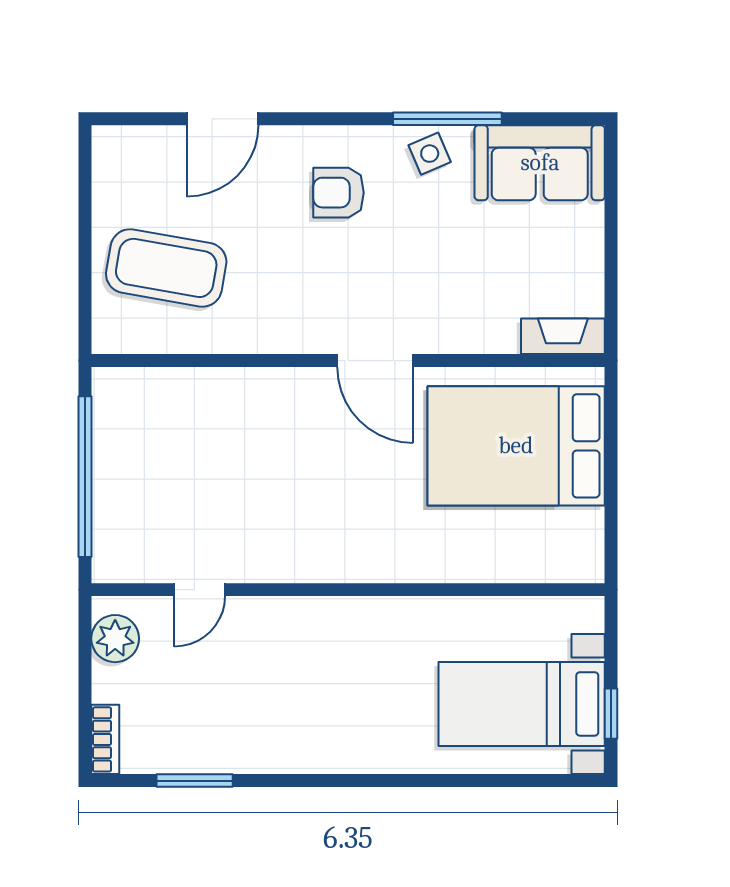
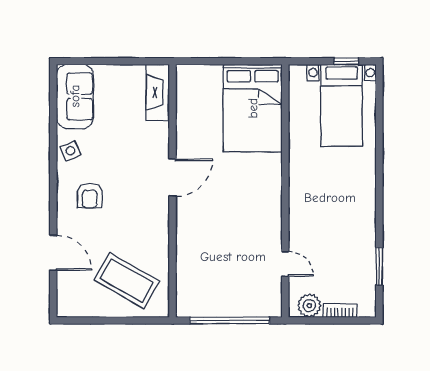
window: (447, 119) -> (53, 142), removed
coffee table: (166, 268) -> (127, 280), turned -70
fireplace: (563, 336) -> (158, 93), width x1.37, depth x1.32
bed: (516, 446) -> (253, 108), moved
bookcase: (105, 739) -> (340, 310), moved

